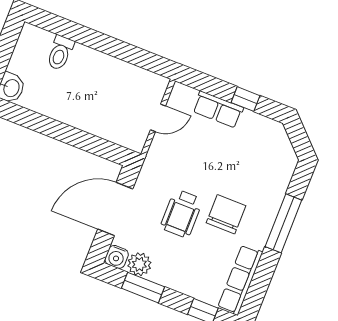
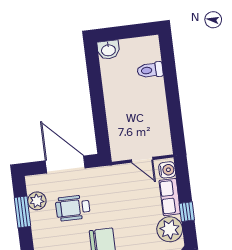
plant: (255, 130) -> (170, 229), added
wheelchair: (182, 214) -> (73, 208), moved
water cooler: (117, 257) -> (167, 170), moved, turned 180

